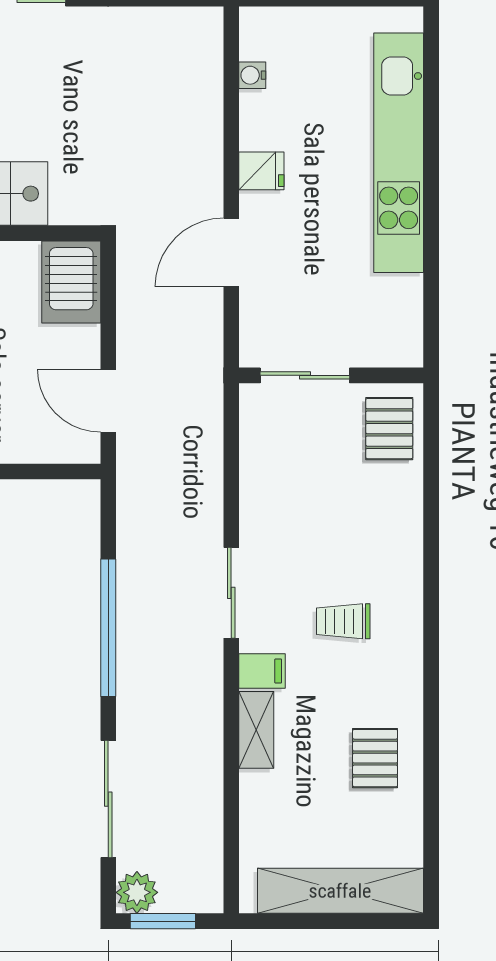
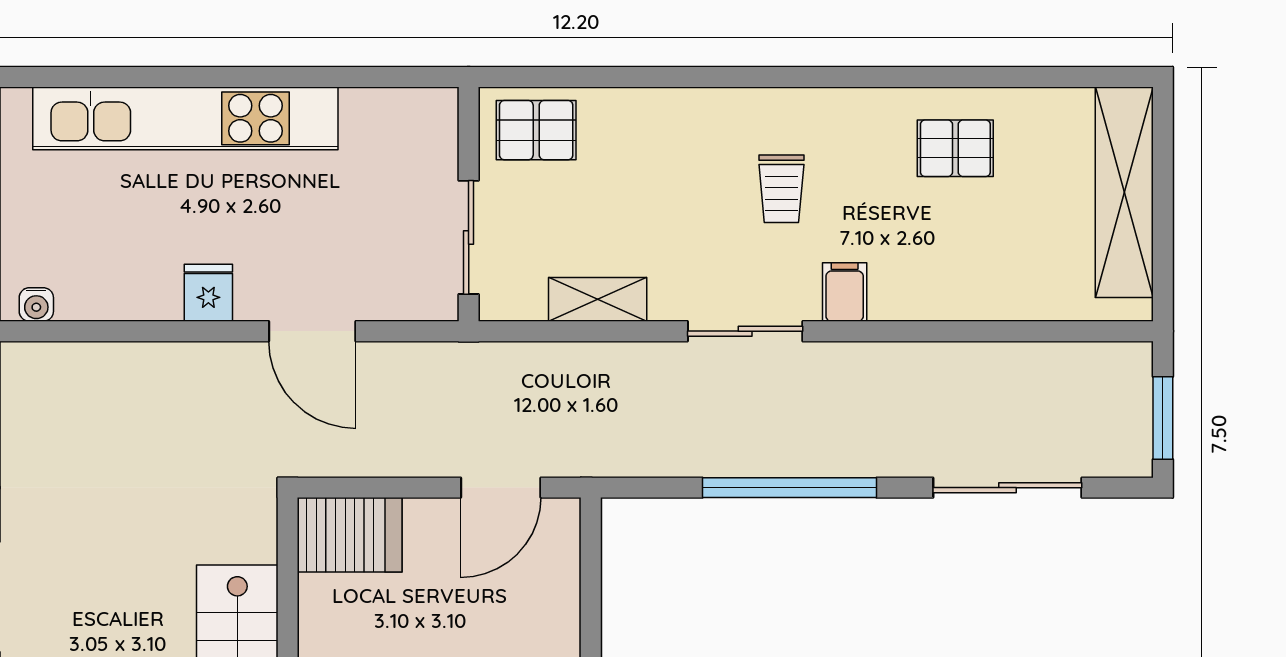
water cooler: (252, 75) -> (36, 304), moved
shelving: (256, 730) -> (598, 299), moved
plant: (137, 892) -> (1126, 451), removed

